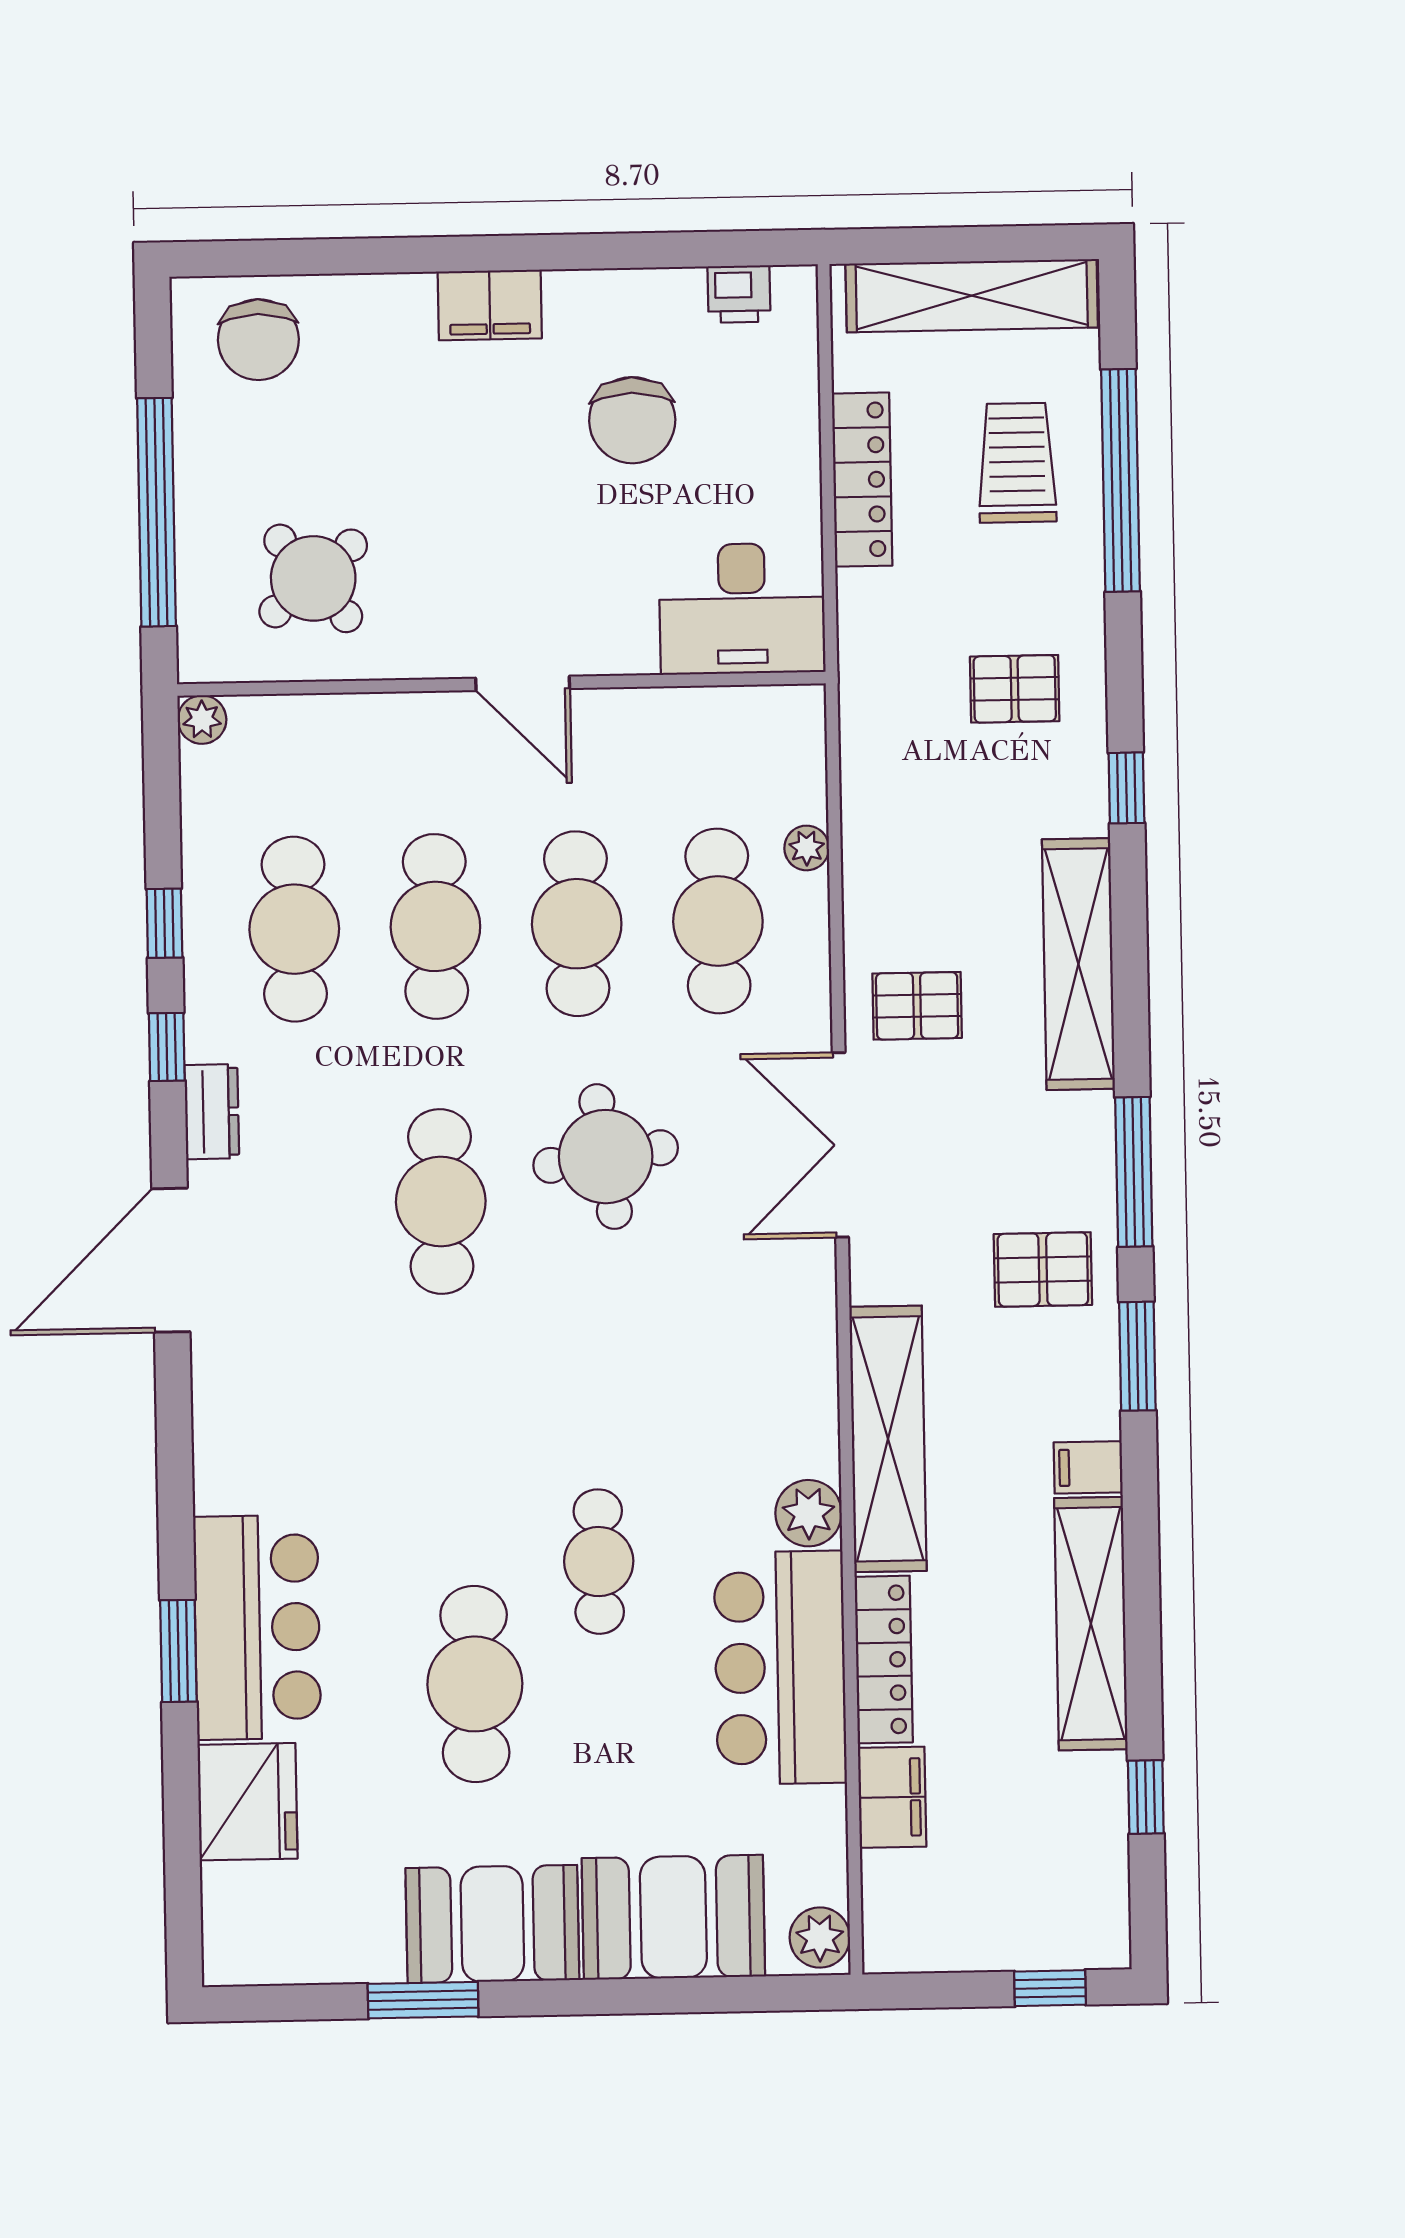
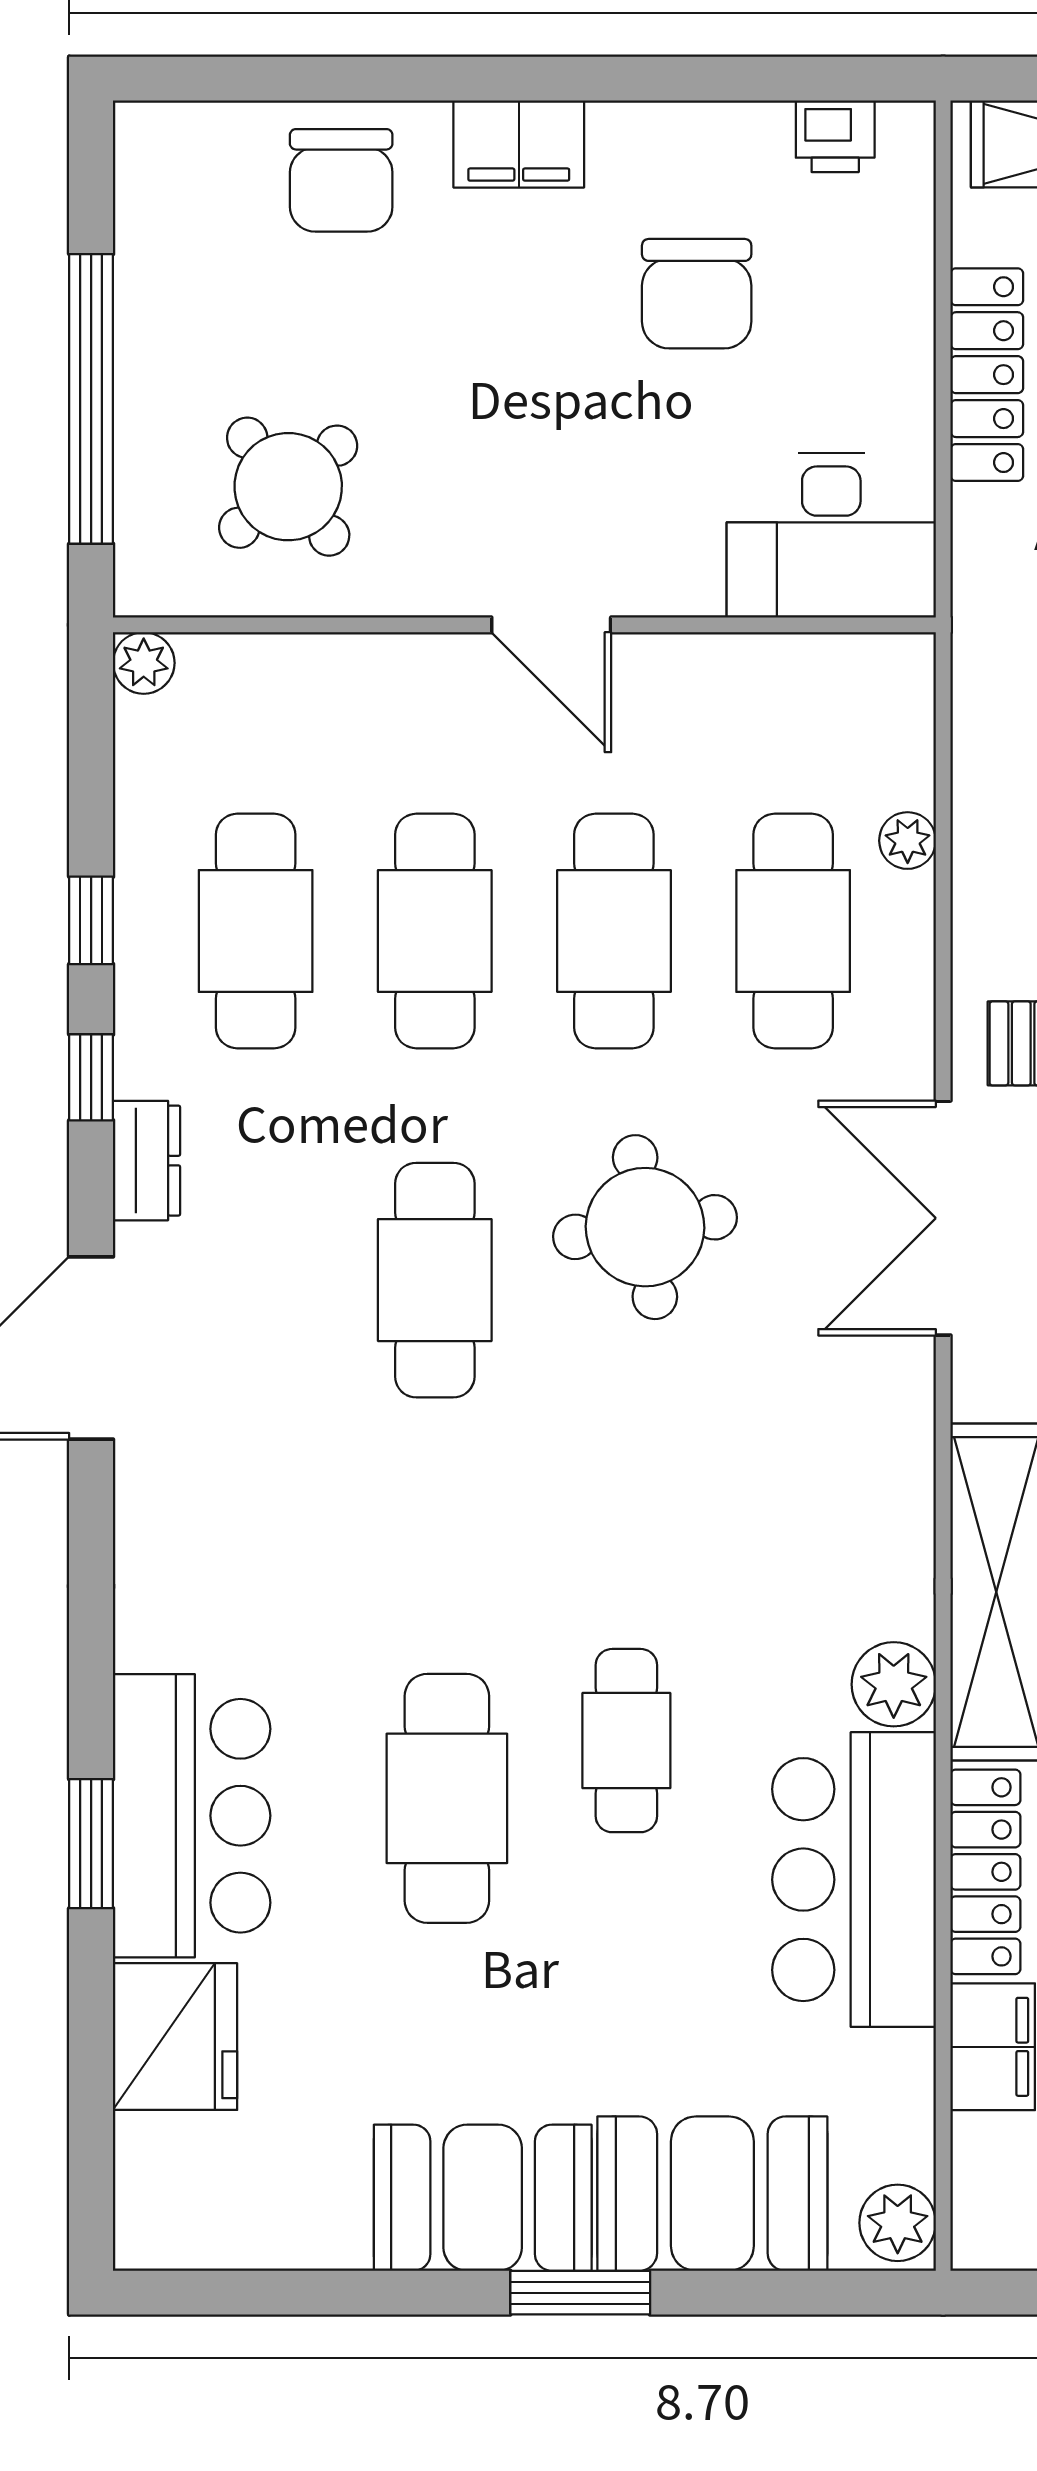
chair: (258, 340) -> (341, 180), moved
cafe table: (475, 1684) -> (447, 1798), moved
window: (423, 2000) -> (580, 2293), moved

